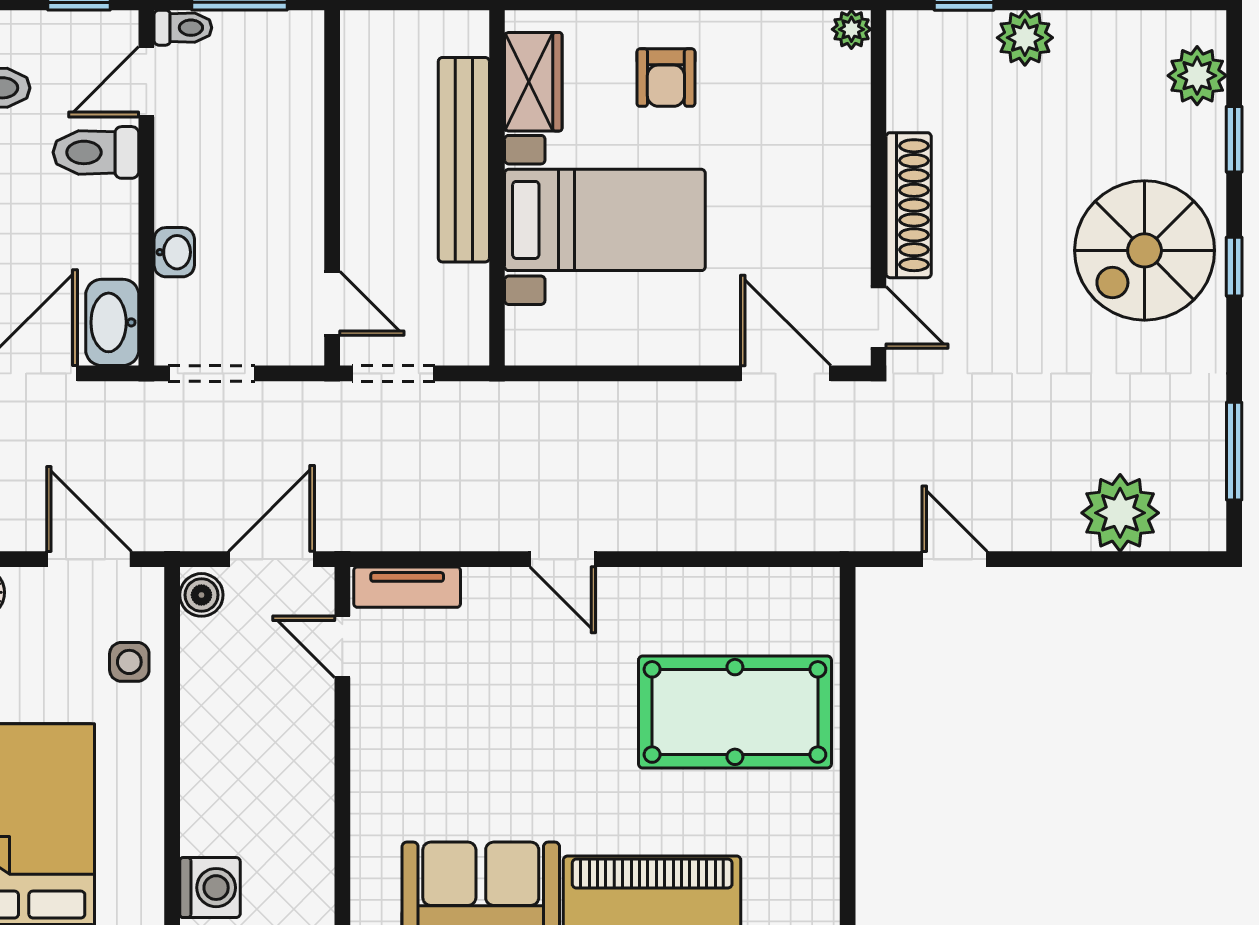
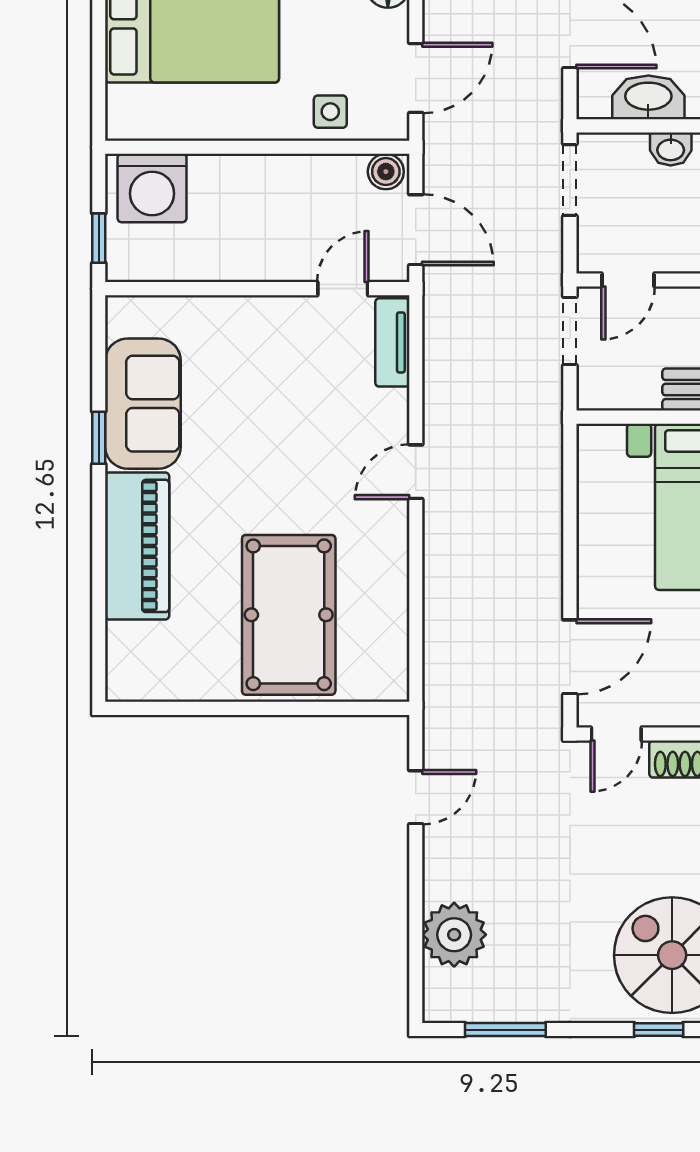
washbasin: (112, 322) -> (648, 97), moved
washing machine: (210, 888) -> (152, 188), width x1.37, depth x1.37

